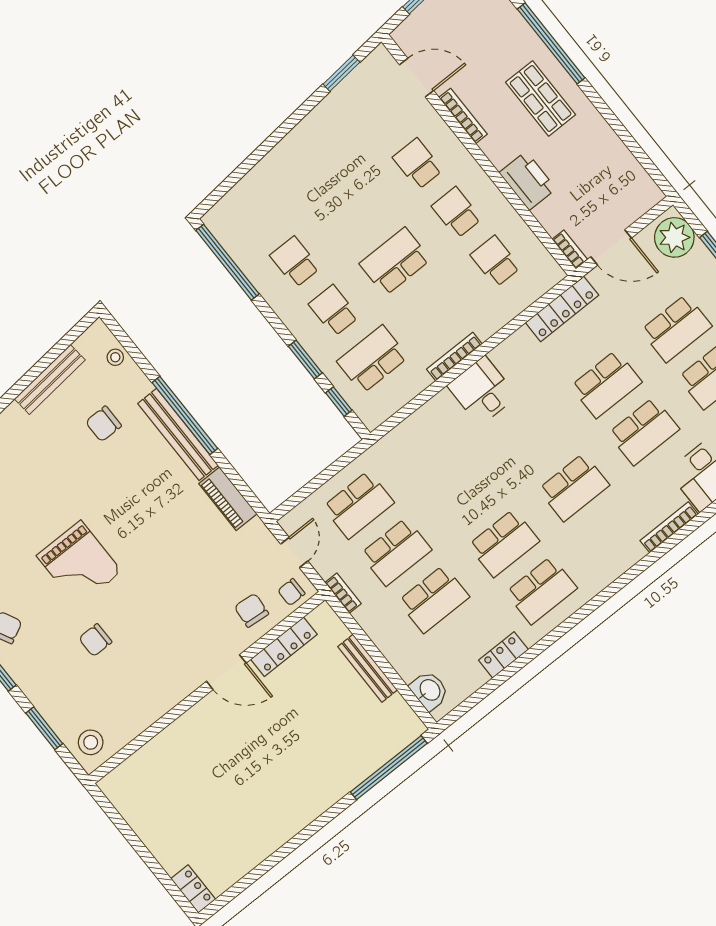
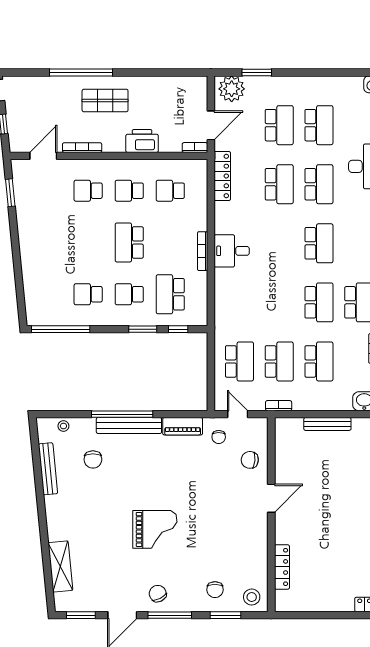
chair: (291, 592) -> (219, 437), moved
chair: (95, 640) -> (215, 590), moved
locker: (284, 647) -> (282, 567), moved

